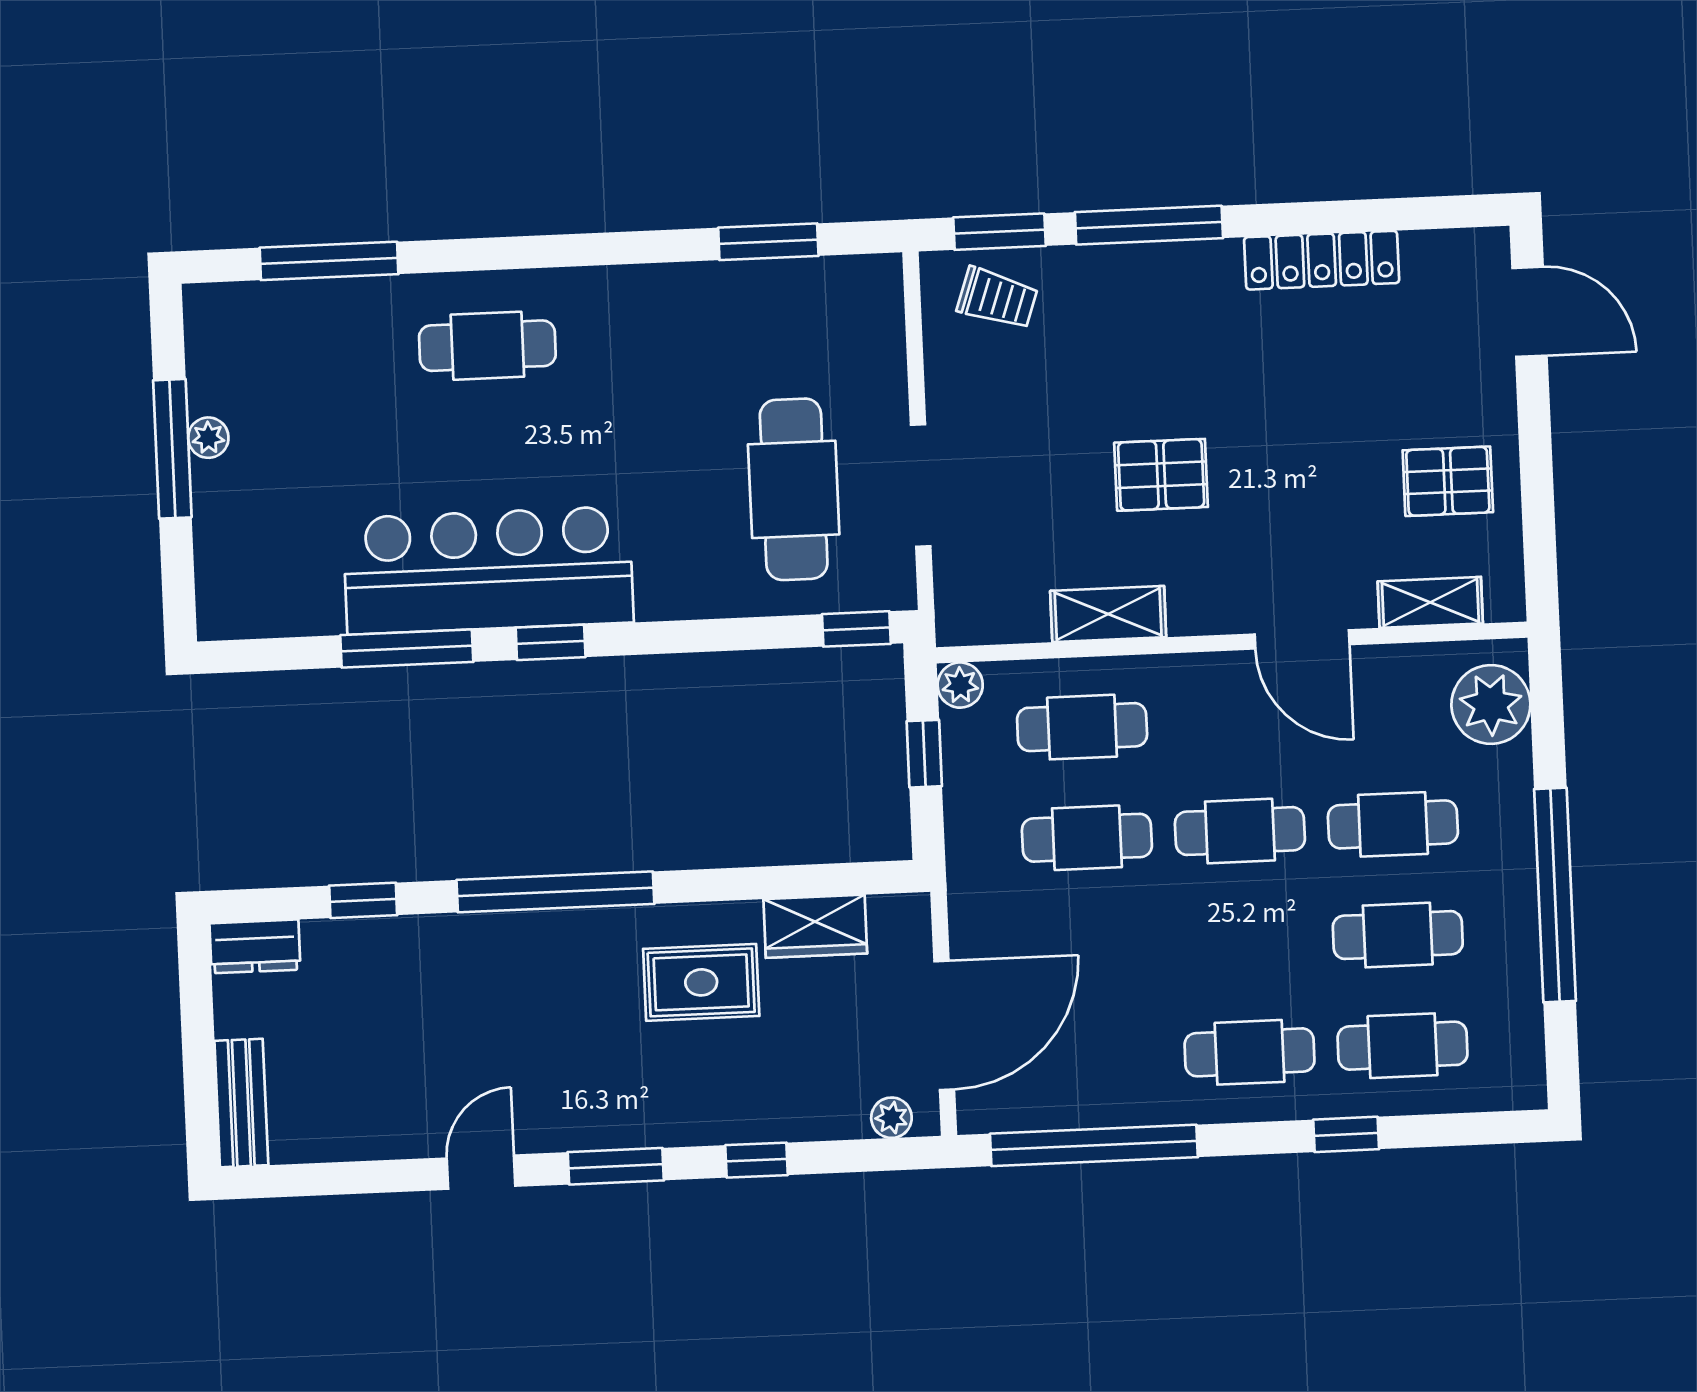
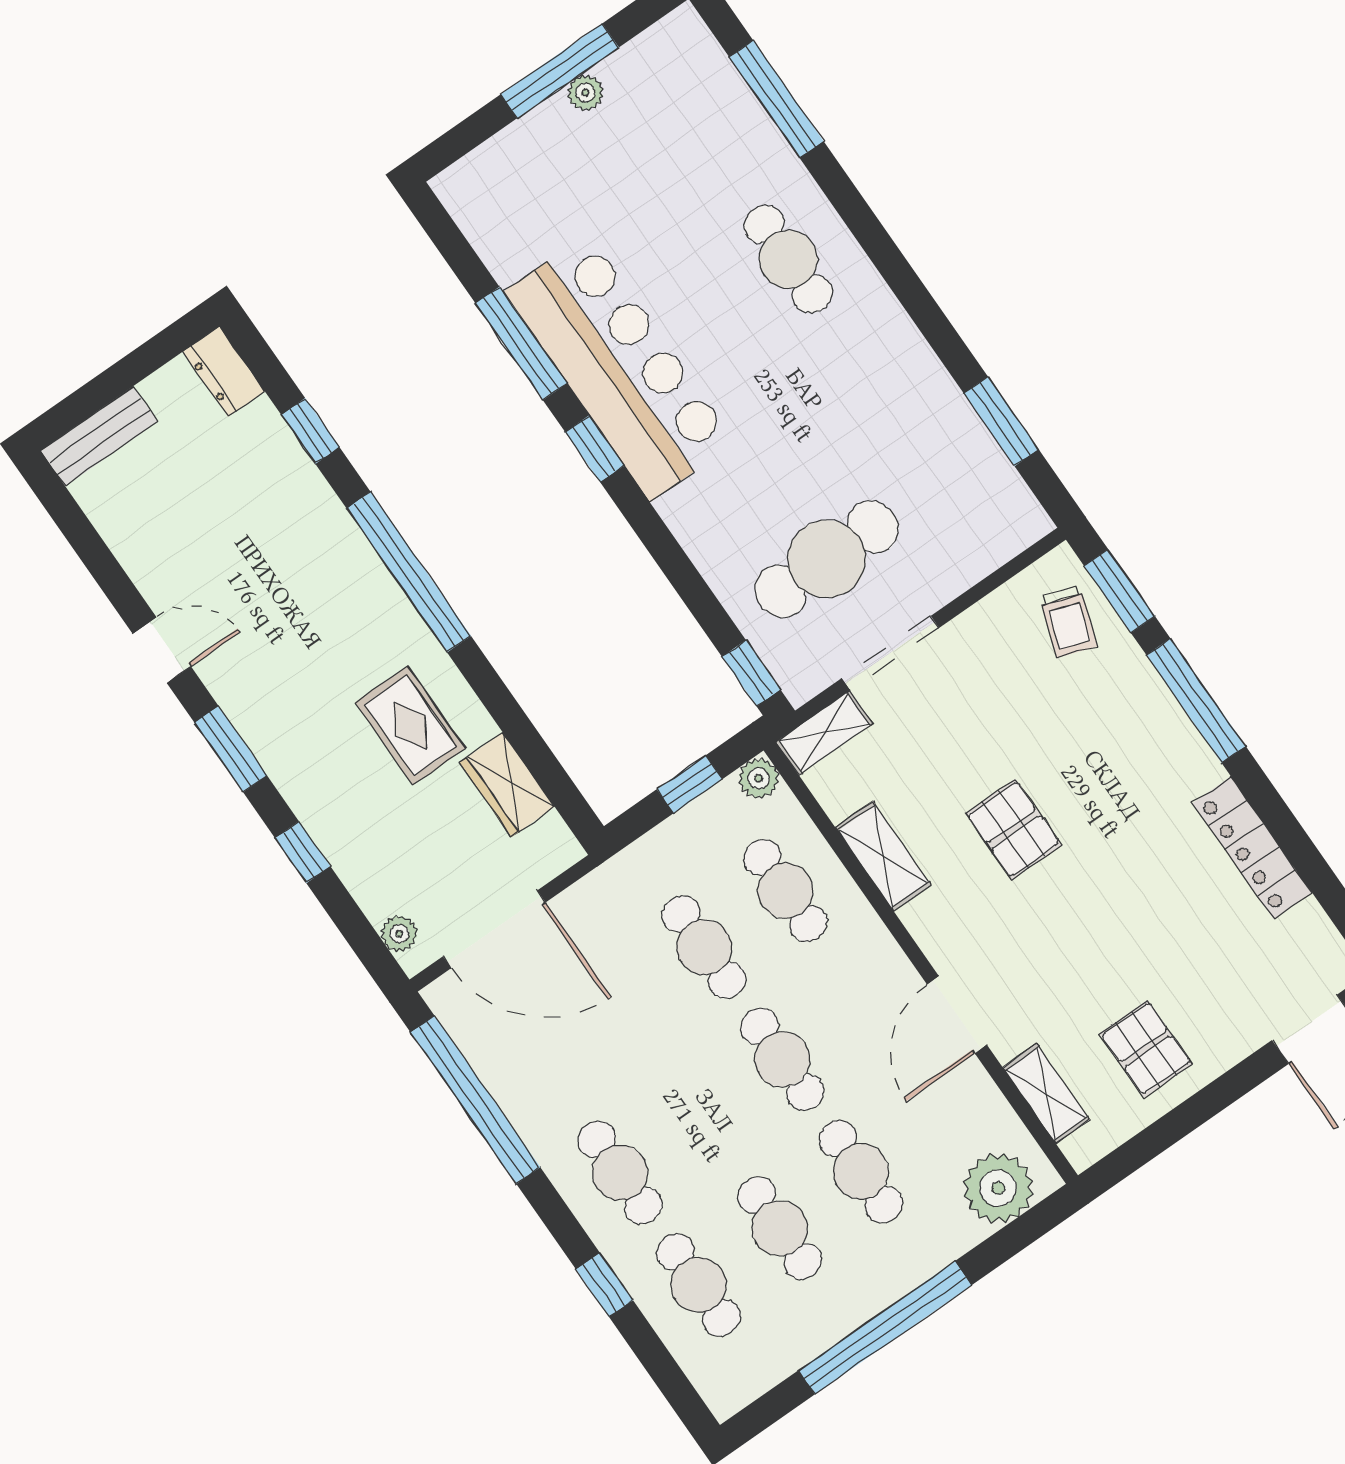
shelving: (956, 596) -> (824, 733), added

